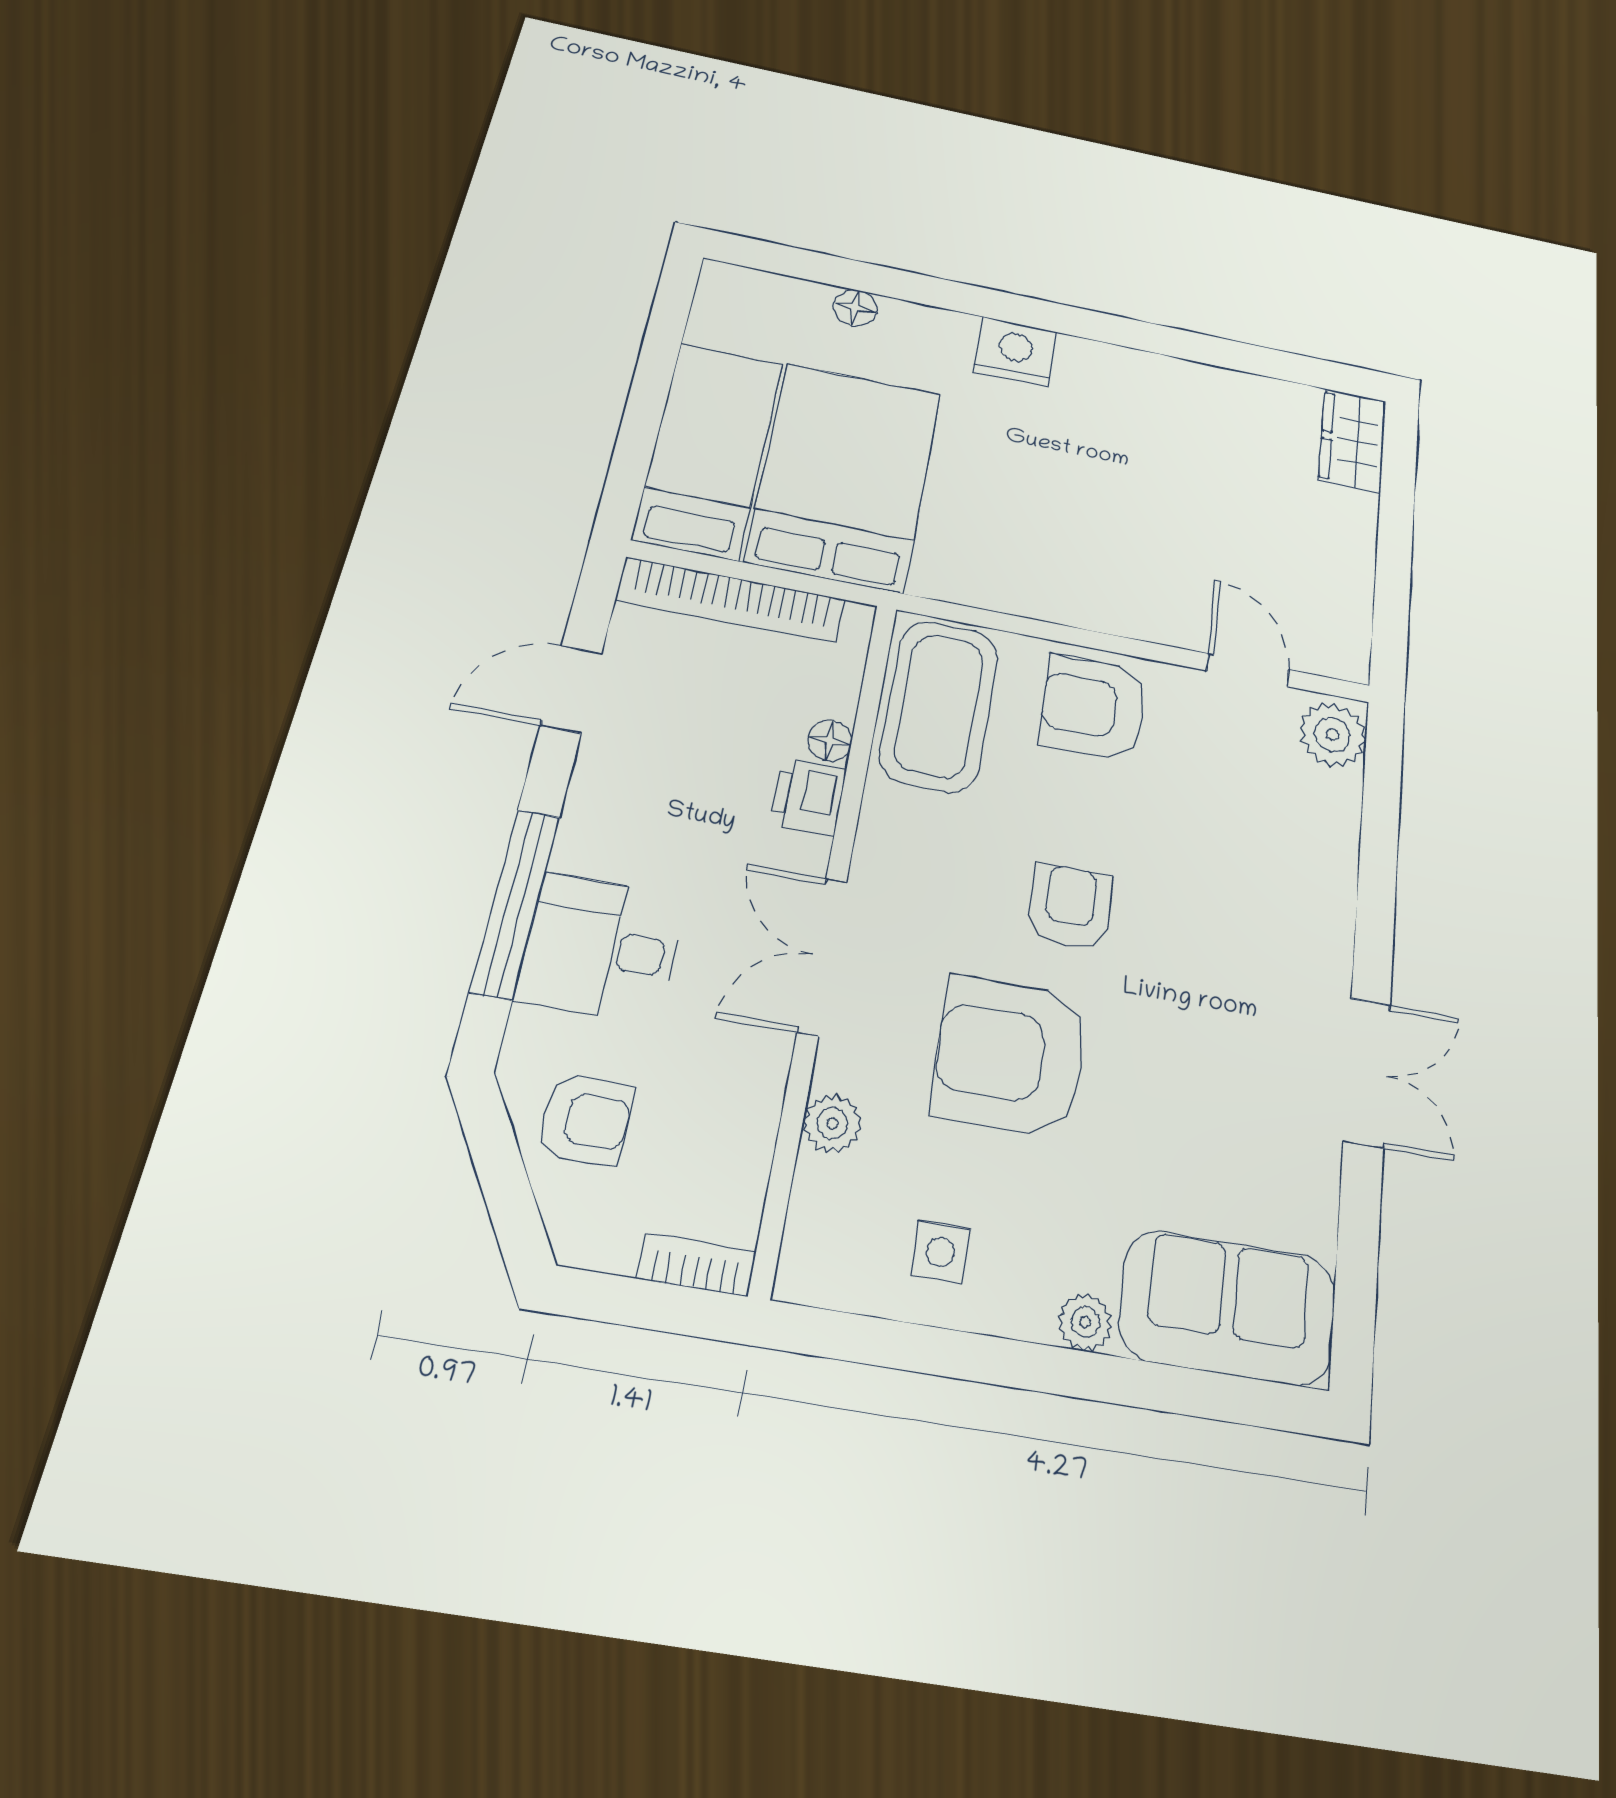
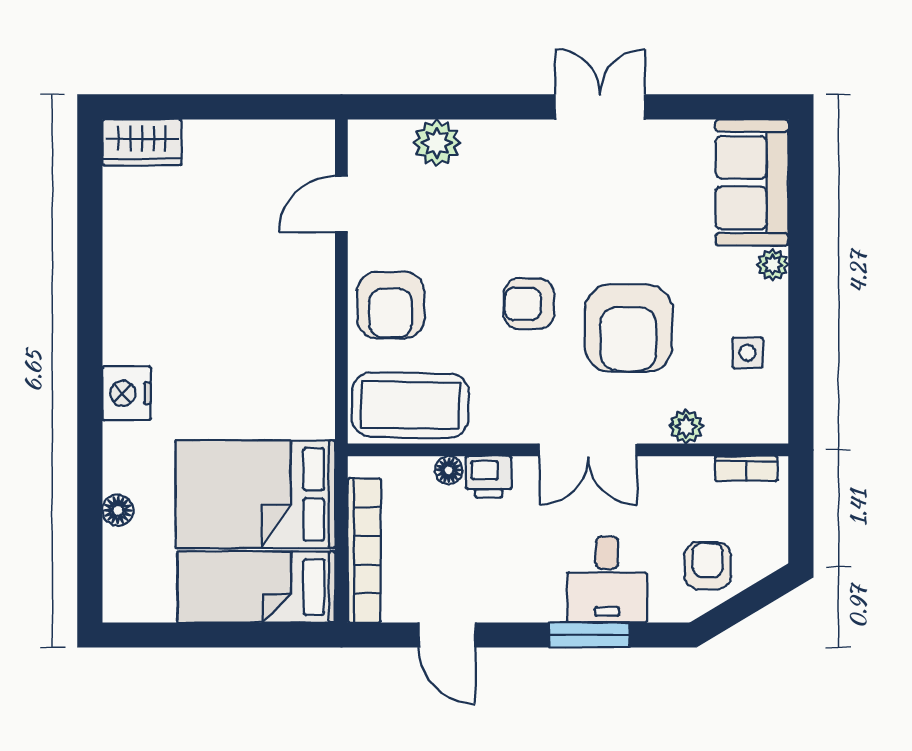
plant: (1332, 735) -> (437, 143), moved
window: (515, 903) -> (589, 635), width x0.69
bookcase: (697, 1265) -> (746, 469), moved, turned -90

